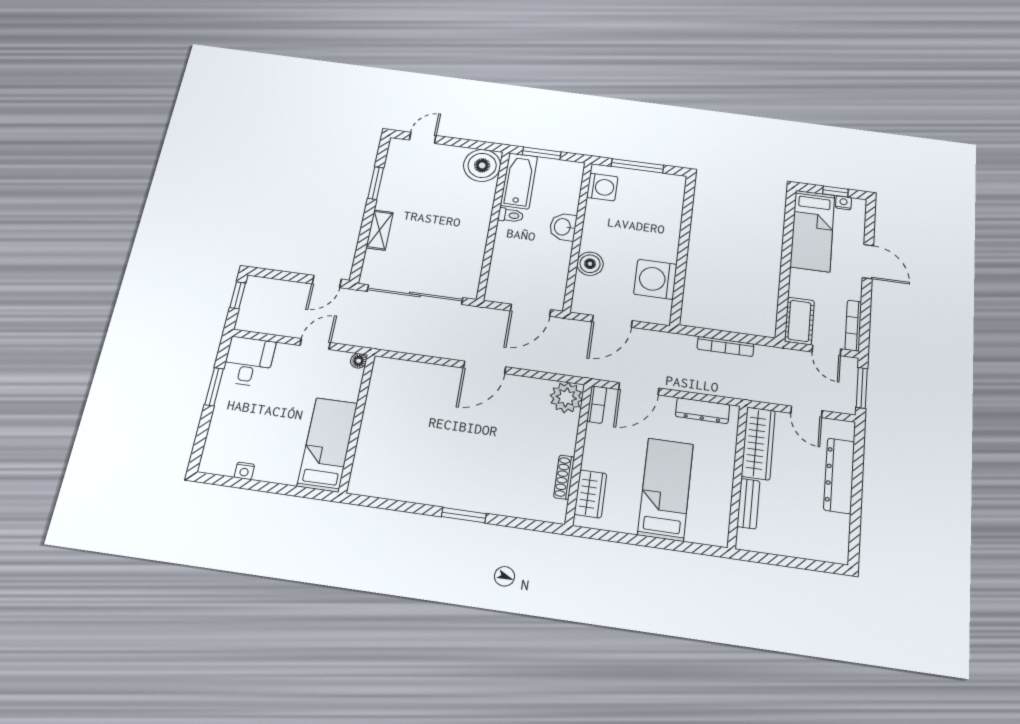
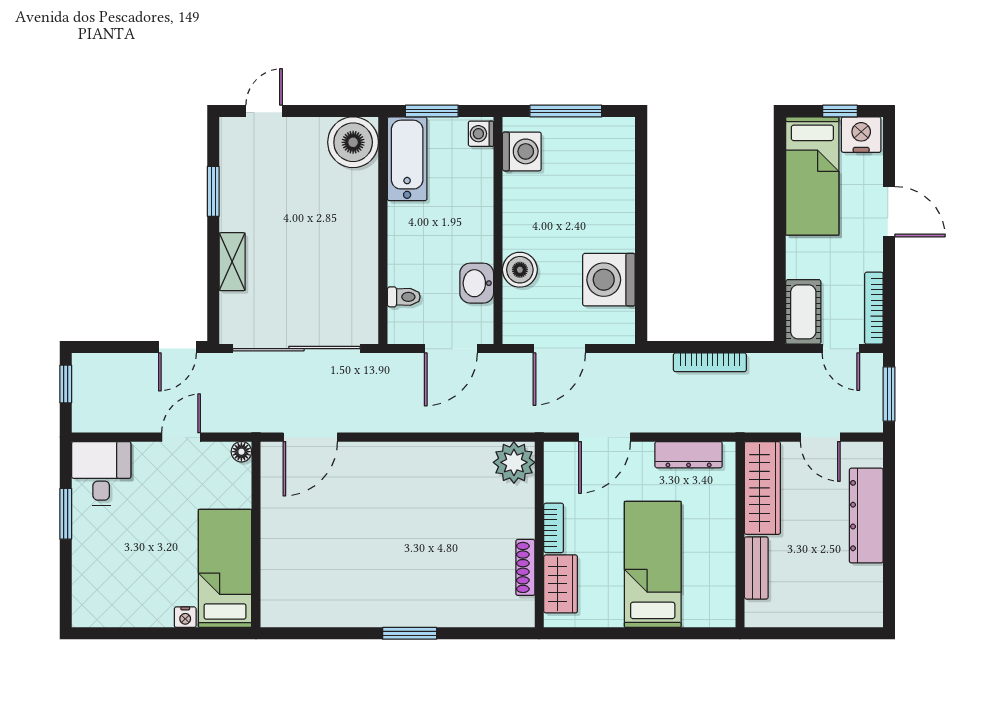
washing machine: (575, 172) -> (481, 134), added
nightstand: (843, 203) -> (861, 135), width x1.89, depth x1.79
toilet: (511, 215) -> (404, 297), moved
washbasin: (563, 227) -> (477, 283), moved
door: (485, 367) -> (310, 437), moved
bookcase: (597, 404) -> (554, 528), moved
nightstand: (244, 471) -> (185, 617), moved

